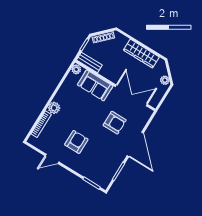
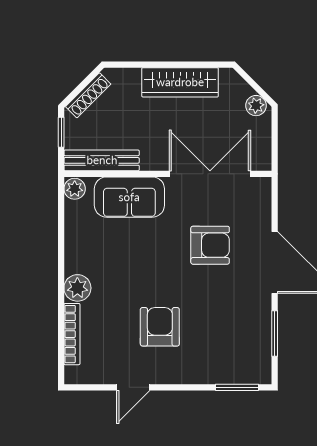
bench: (89, 63) -> (102, 160), width x1.36

